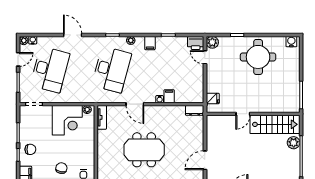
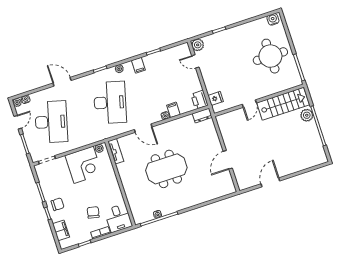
printer: (196, 43) -> (200, 100), moved, turned 90
round table: (258, 57) -> (270, 56), moved

